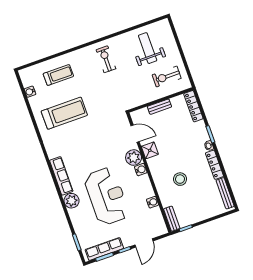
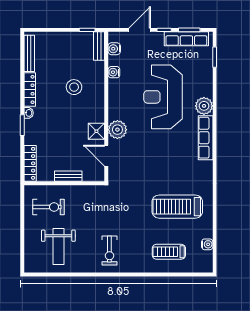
water cooler: (141, 170) -> (114, 49), moved

